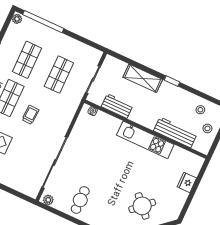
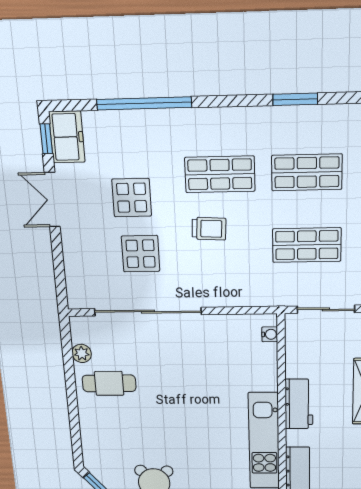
workbench: (117, 106) -> (299, 404), moved
display table: (27, 152) -> (141, 254), added
plant: (48, 200) -> (82, 353), moved

